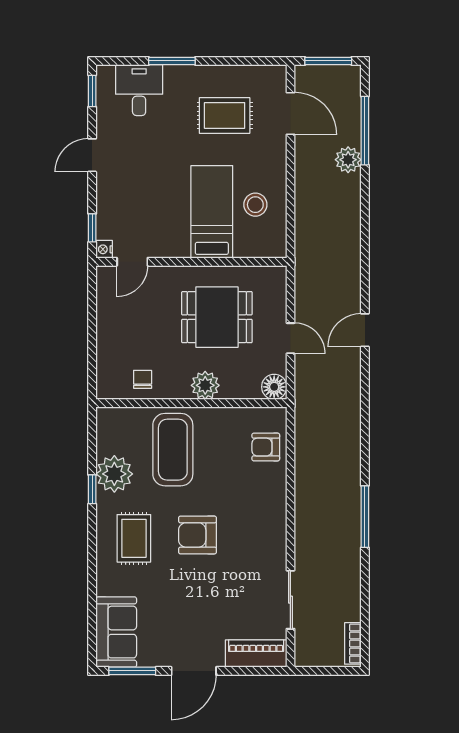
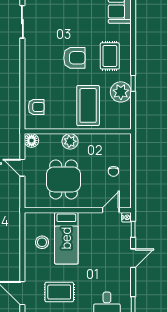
door: (92, 155) -> (133, 258), moved
dining table: (217, 317) -> (63, 179), turned 90
chair: (143, 379) -> (113, 171), moved

